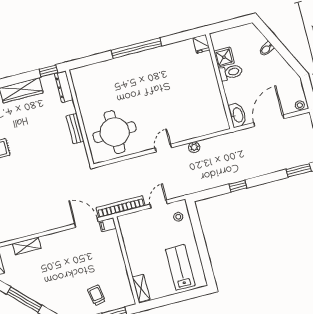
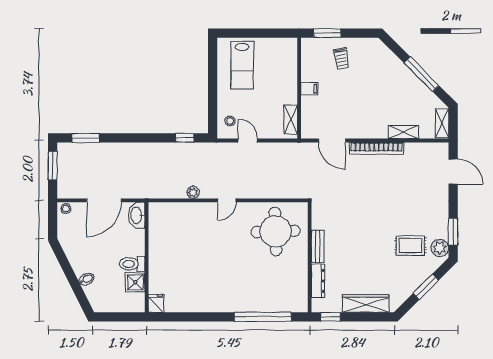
window: (136, 48) -> (263, 317), moved
dresser: (64, 87) -> (318, 281), moved
window: (238, 186) -> (185, 138), moved
door: (159, 204) -> (248, 141), swing flipped
bookcase: (121, 207) -> (377, 148), moved
filing cabinet: (108, 225) -> (309, 89), moved
shelving: (141, 288) -> (291, 120), moved

